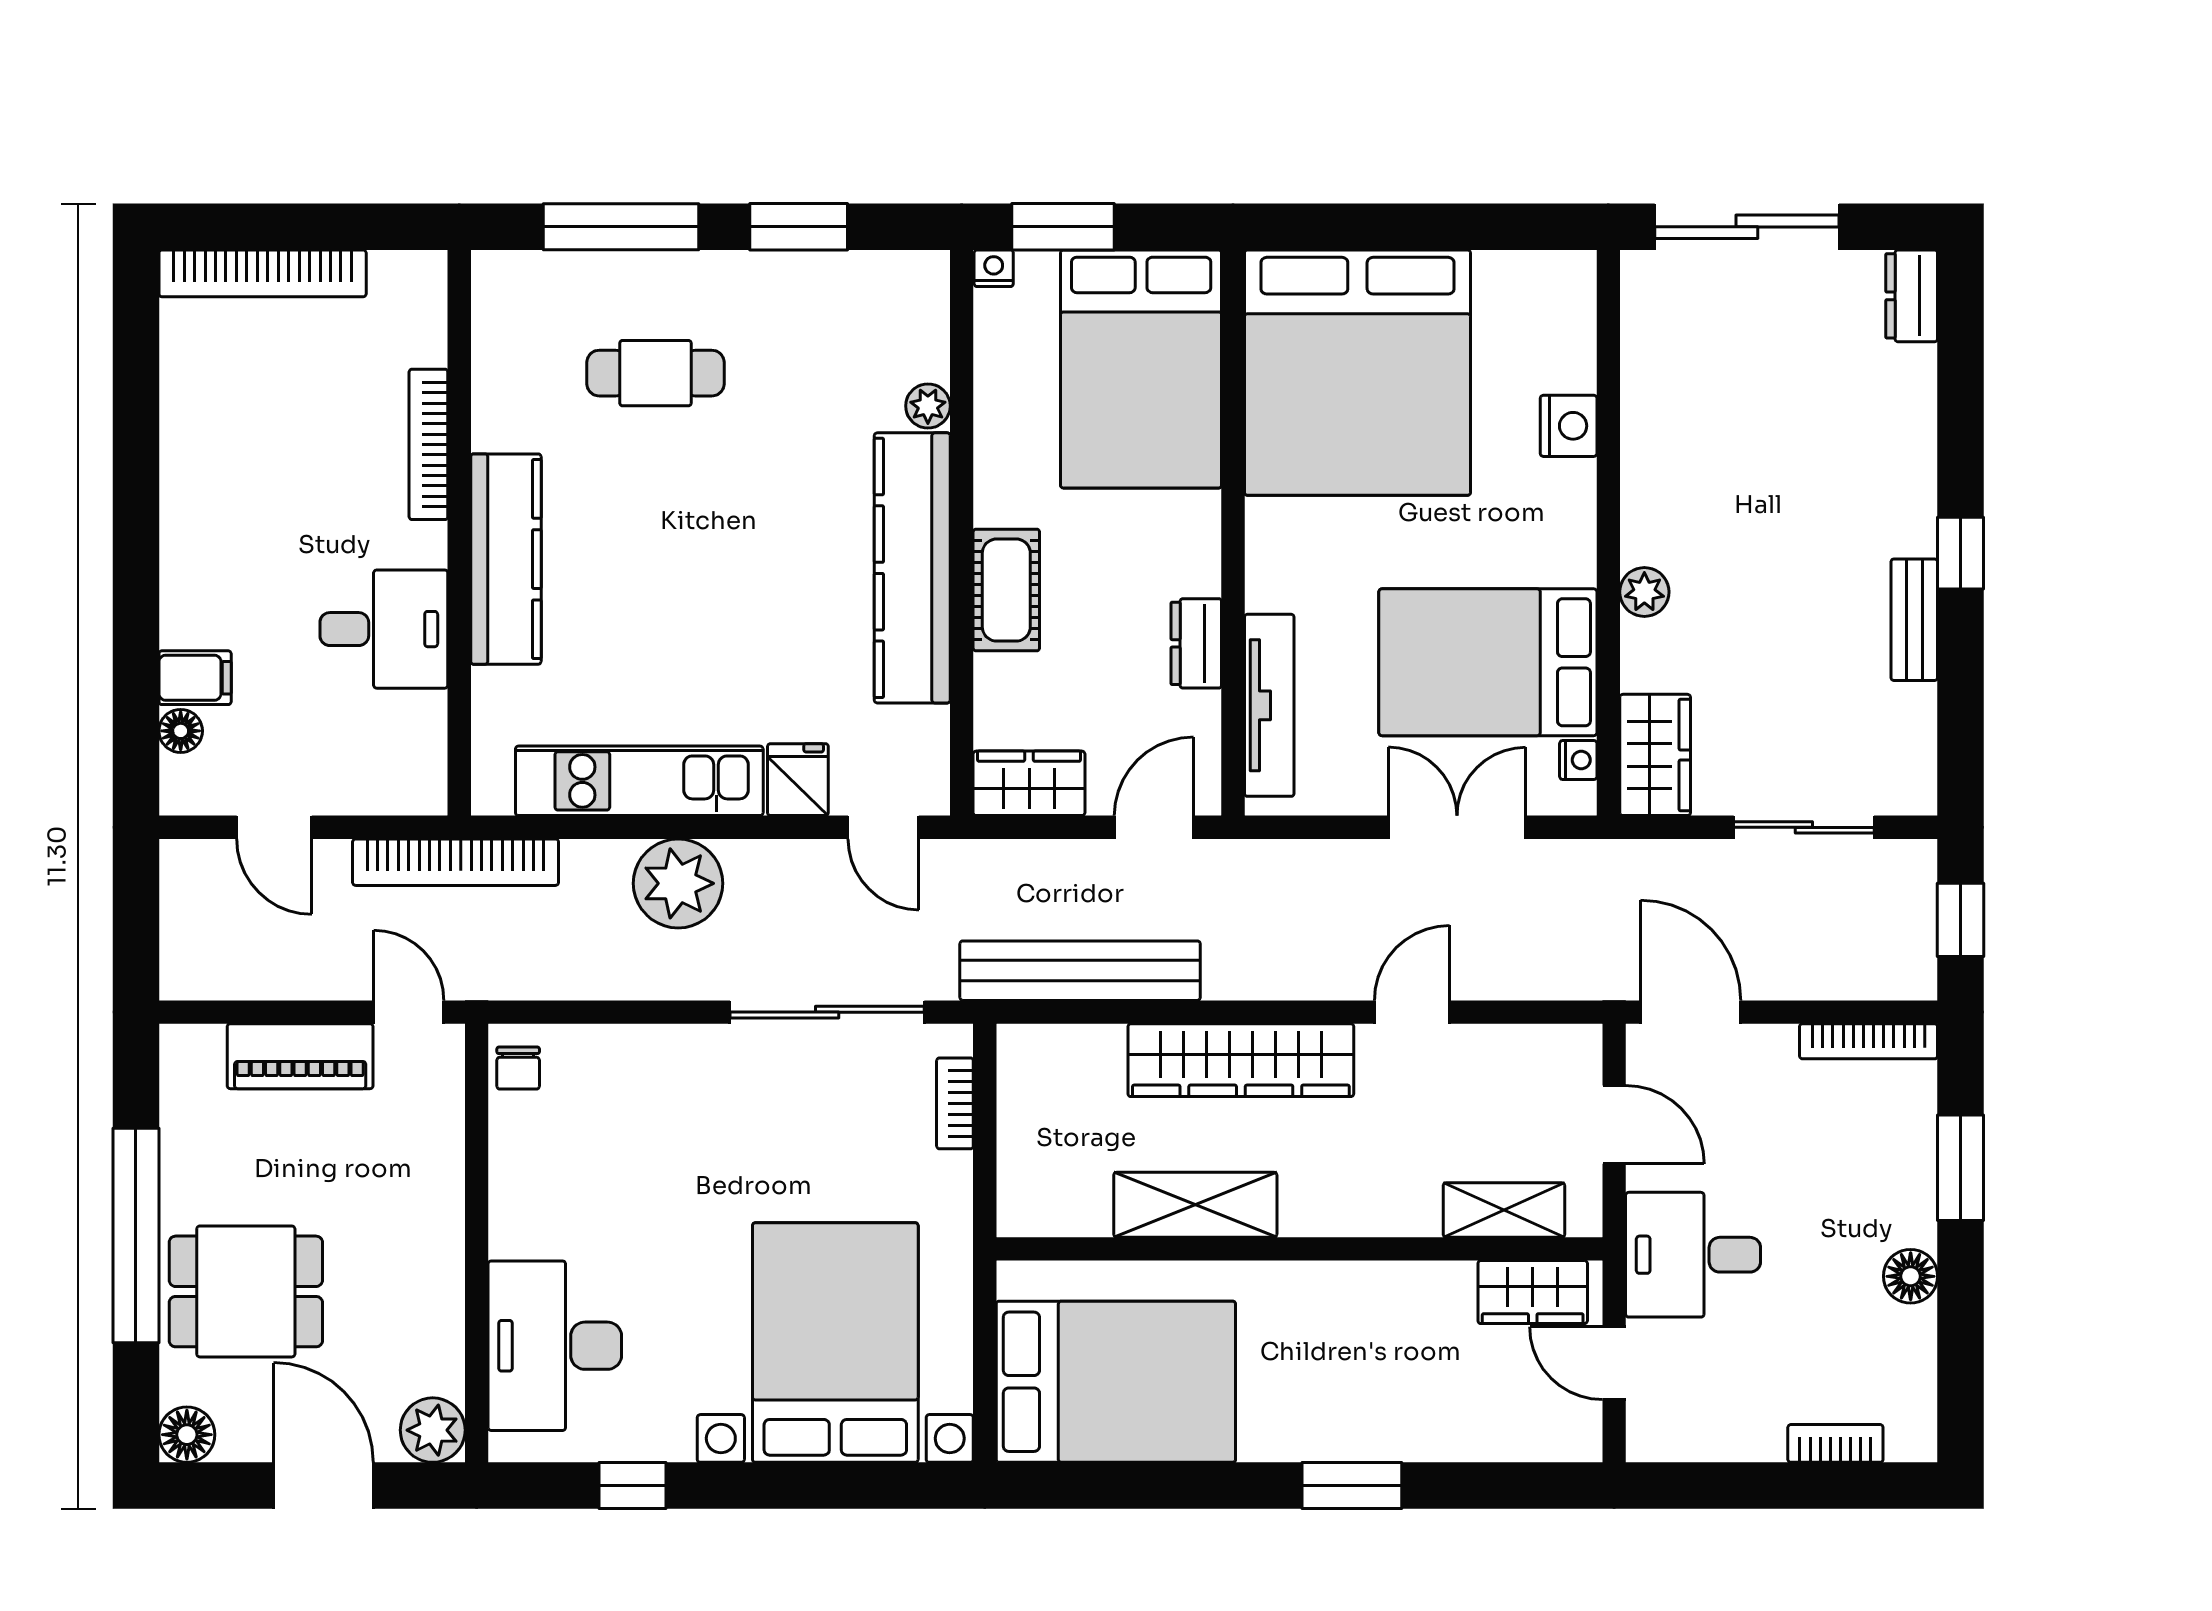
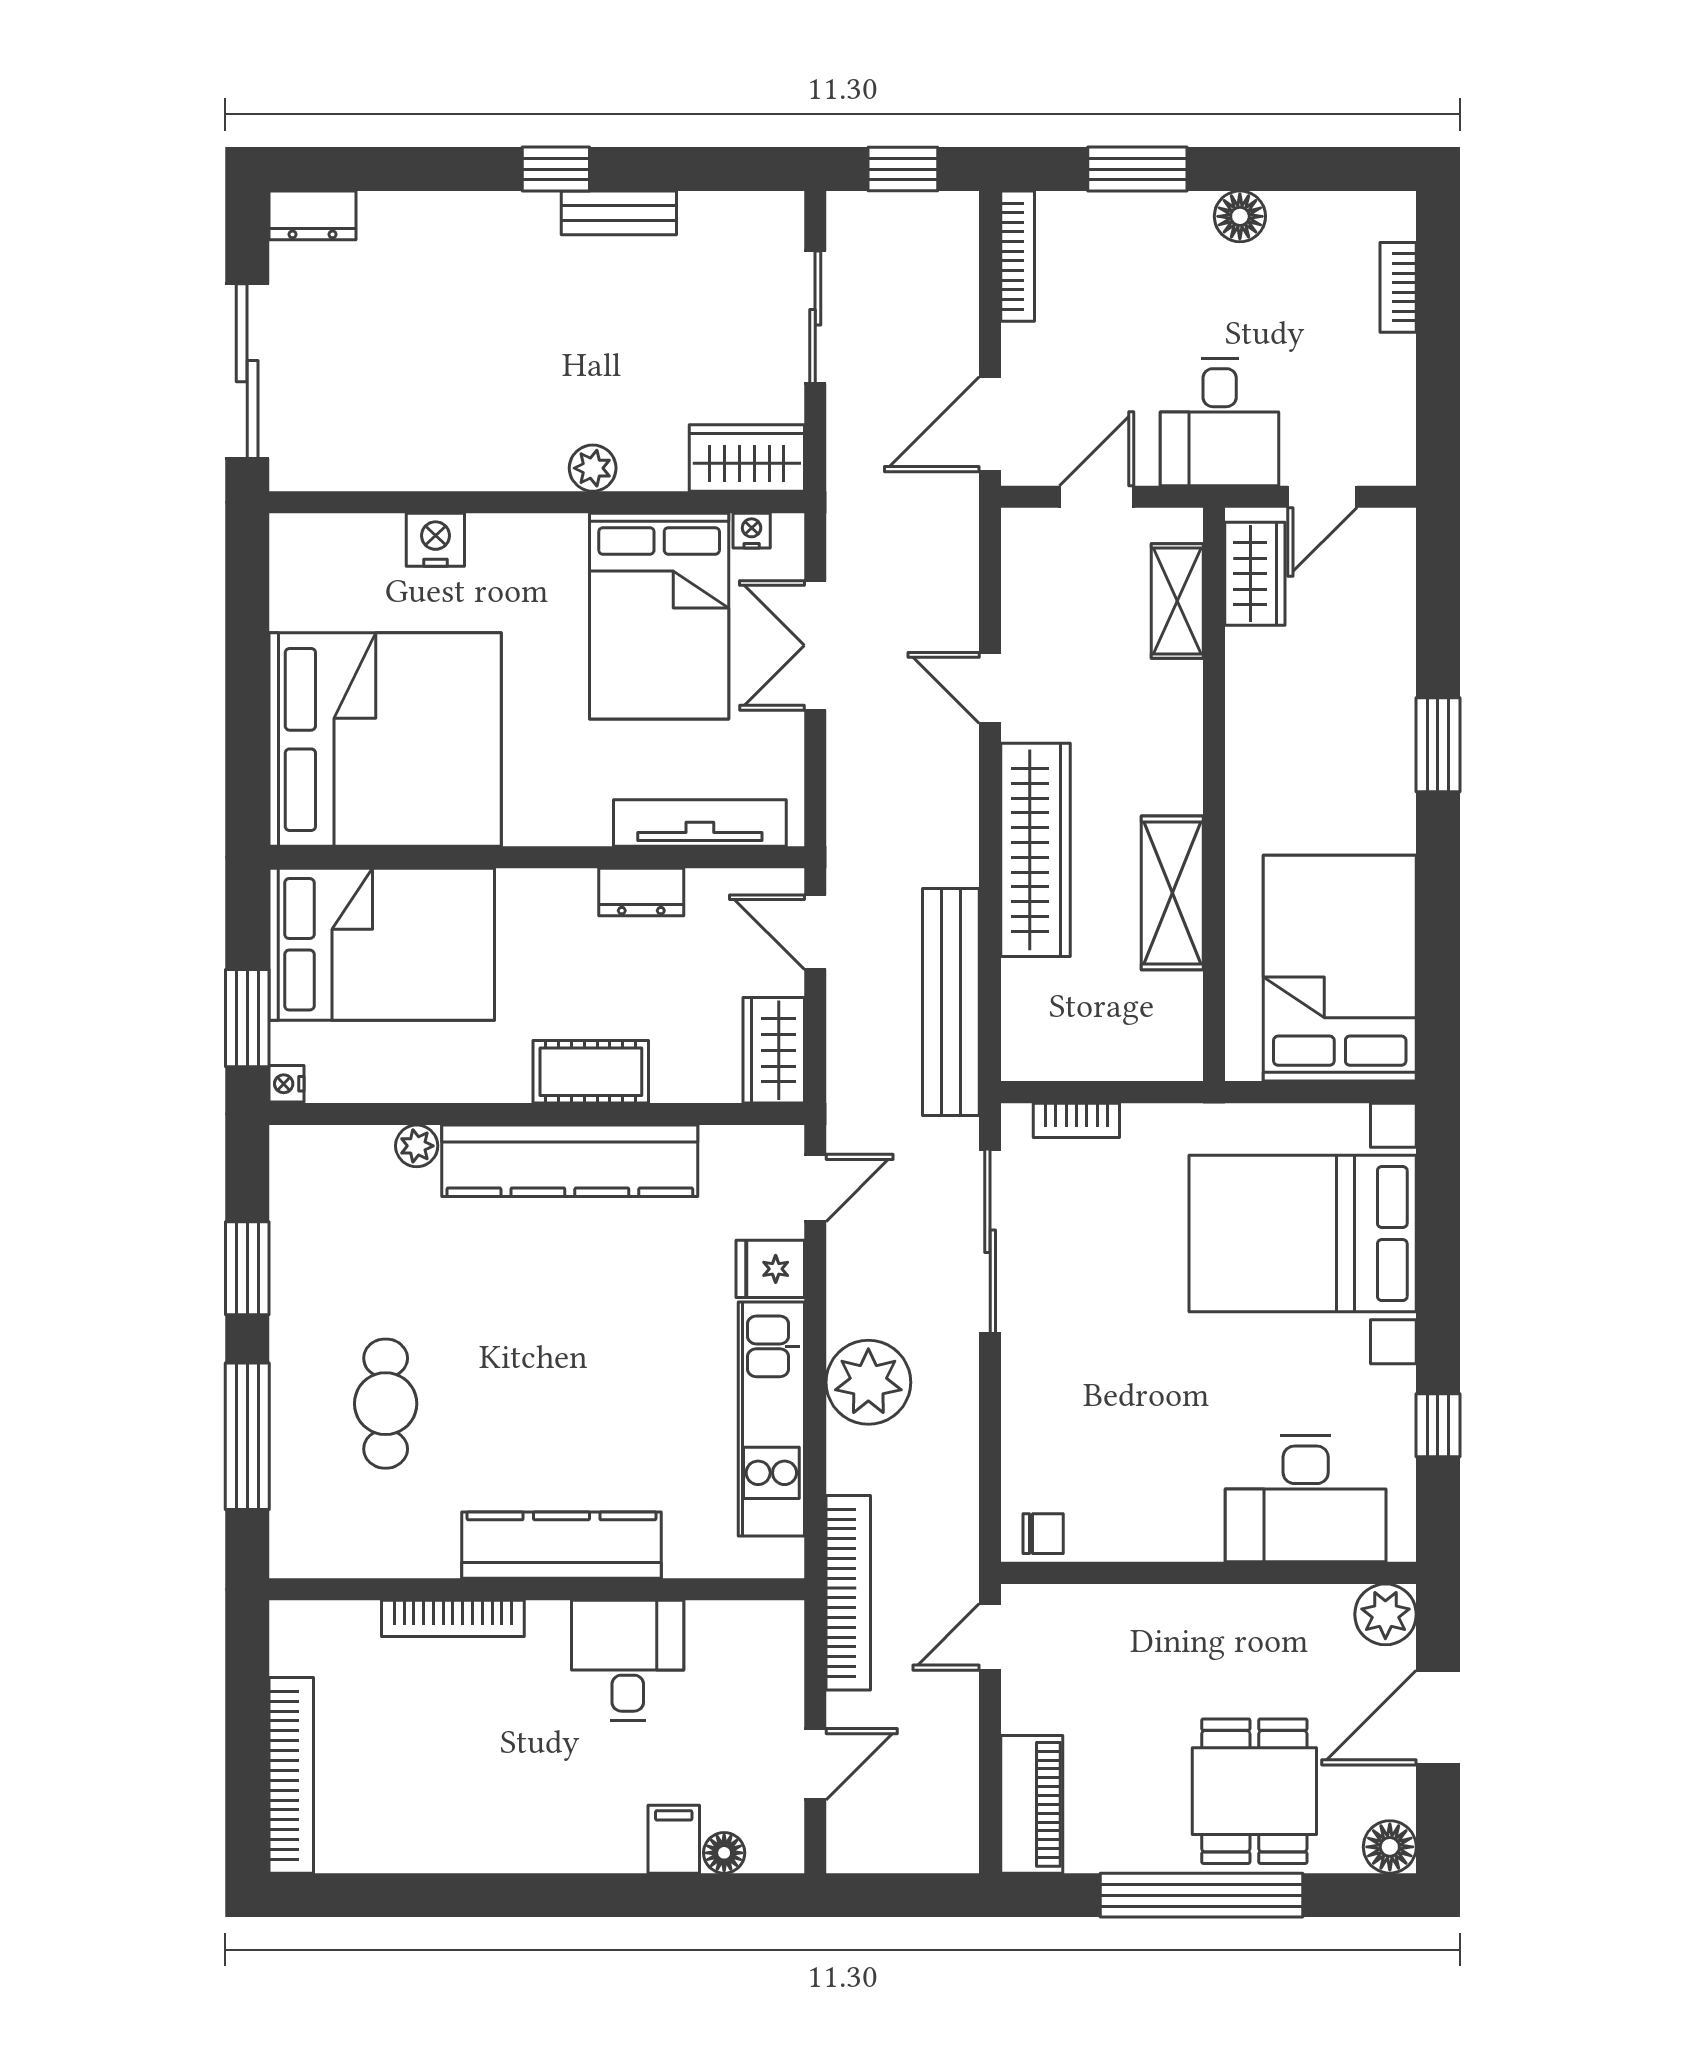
piano: (300, 1056) -> (1032, 1804), moved

